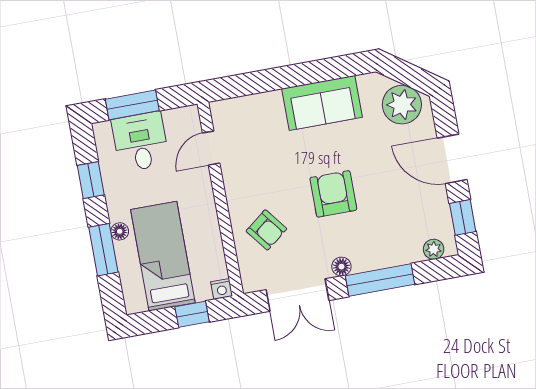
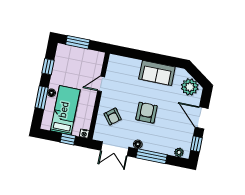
desk: (140, 142) -> (75, 59), removed
door: (211, 148) -> (101, 84), moved

